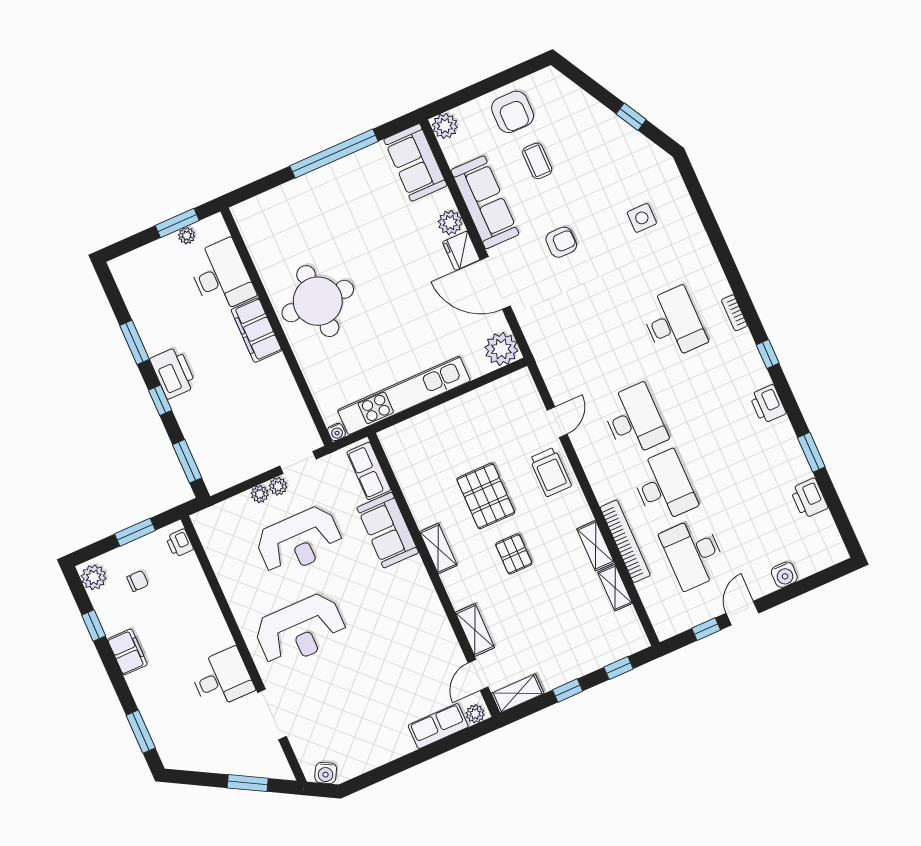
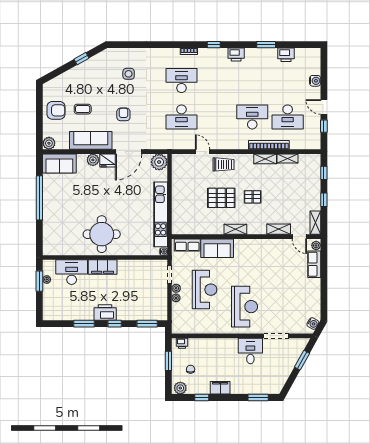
desk: (634, 420) -> (181, 117), moved, turned 180

